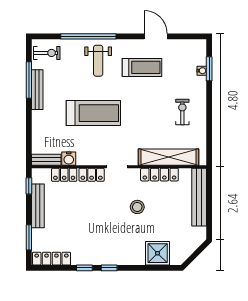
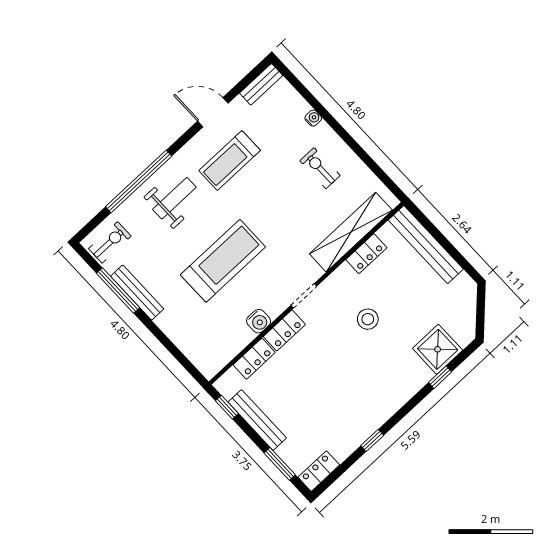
weight bench: (98, 61) -> (174, 198), turned -90
treadmill: (142, 67) -> (230, 161), turned 180
window: (209, 69) -> (305, 93), removed
water cooler: (202, 71) -> (313, 118), moved
water cooler: (69, 159) -> (259, 321), moved
bench: (46, 160) -> (261, 84), moved
locker: (159, 175) -> (366, 254), width x0.66
locker: (52, 259) -> (319, 471), width x0.66
window: (109, 268) -> (440, 377), moved

